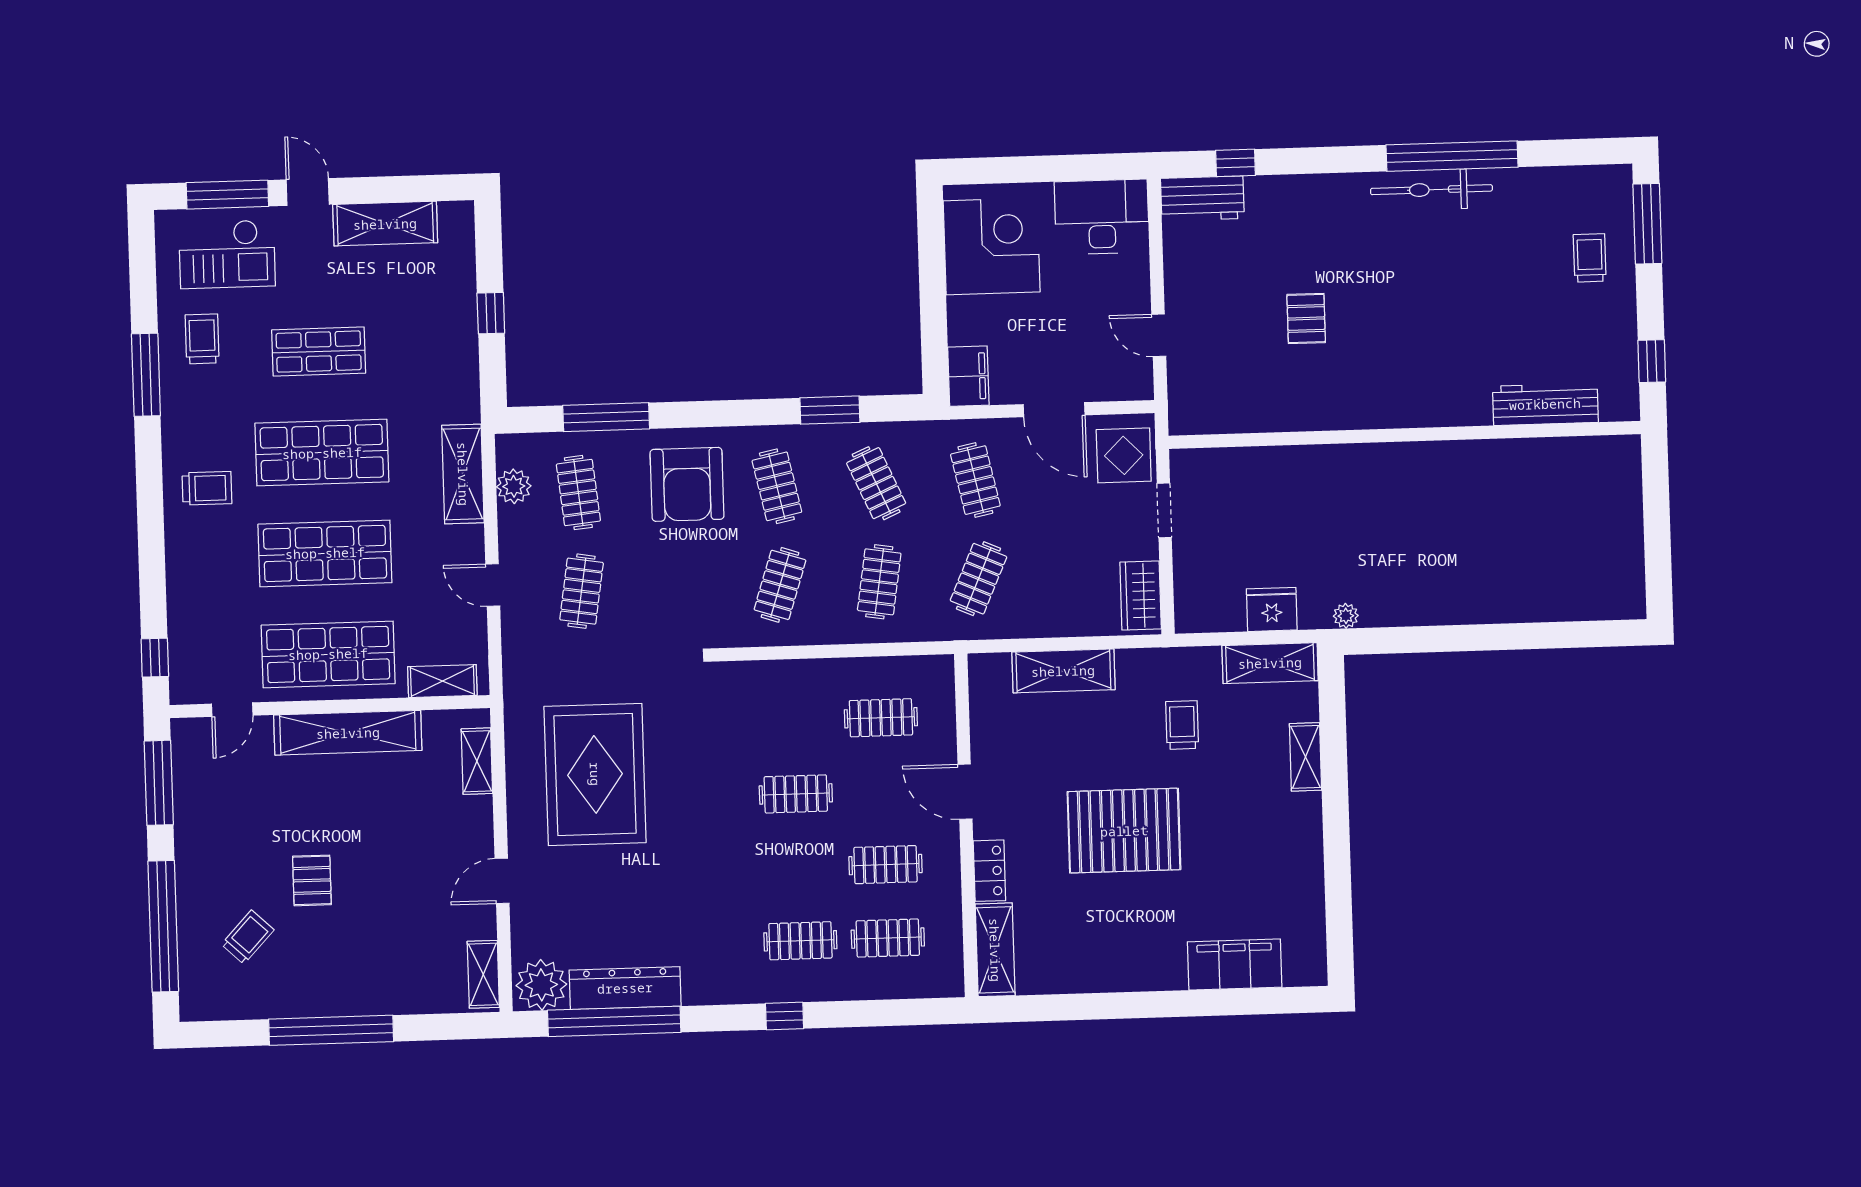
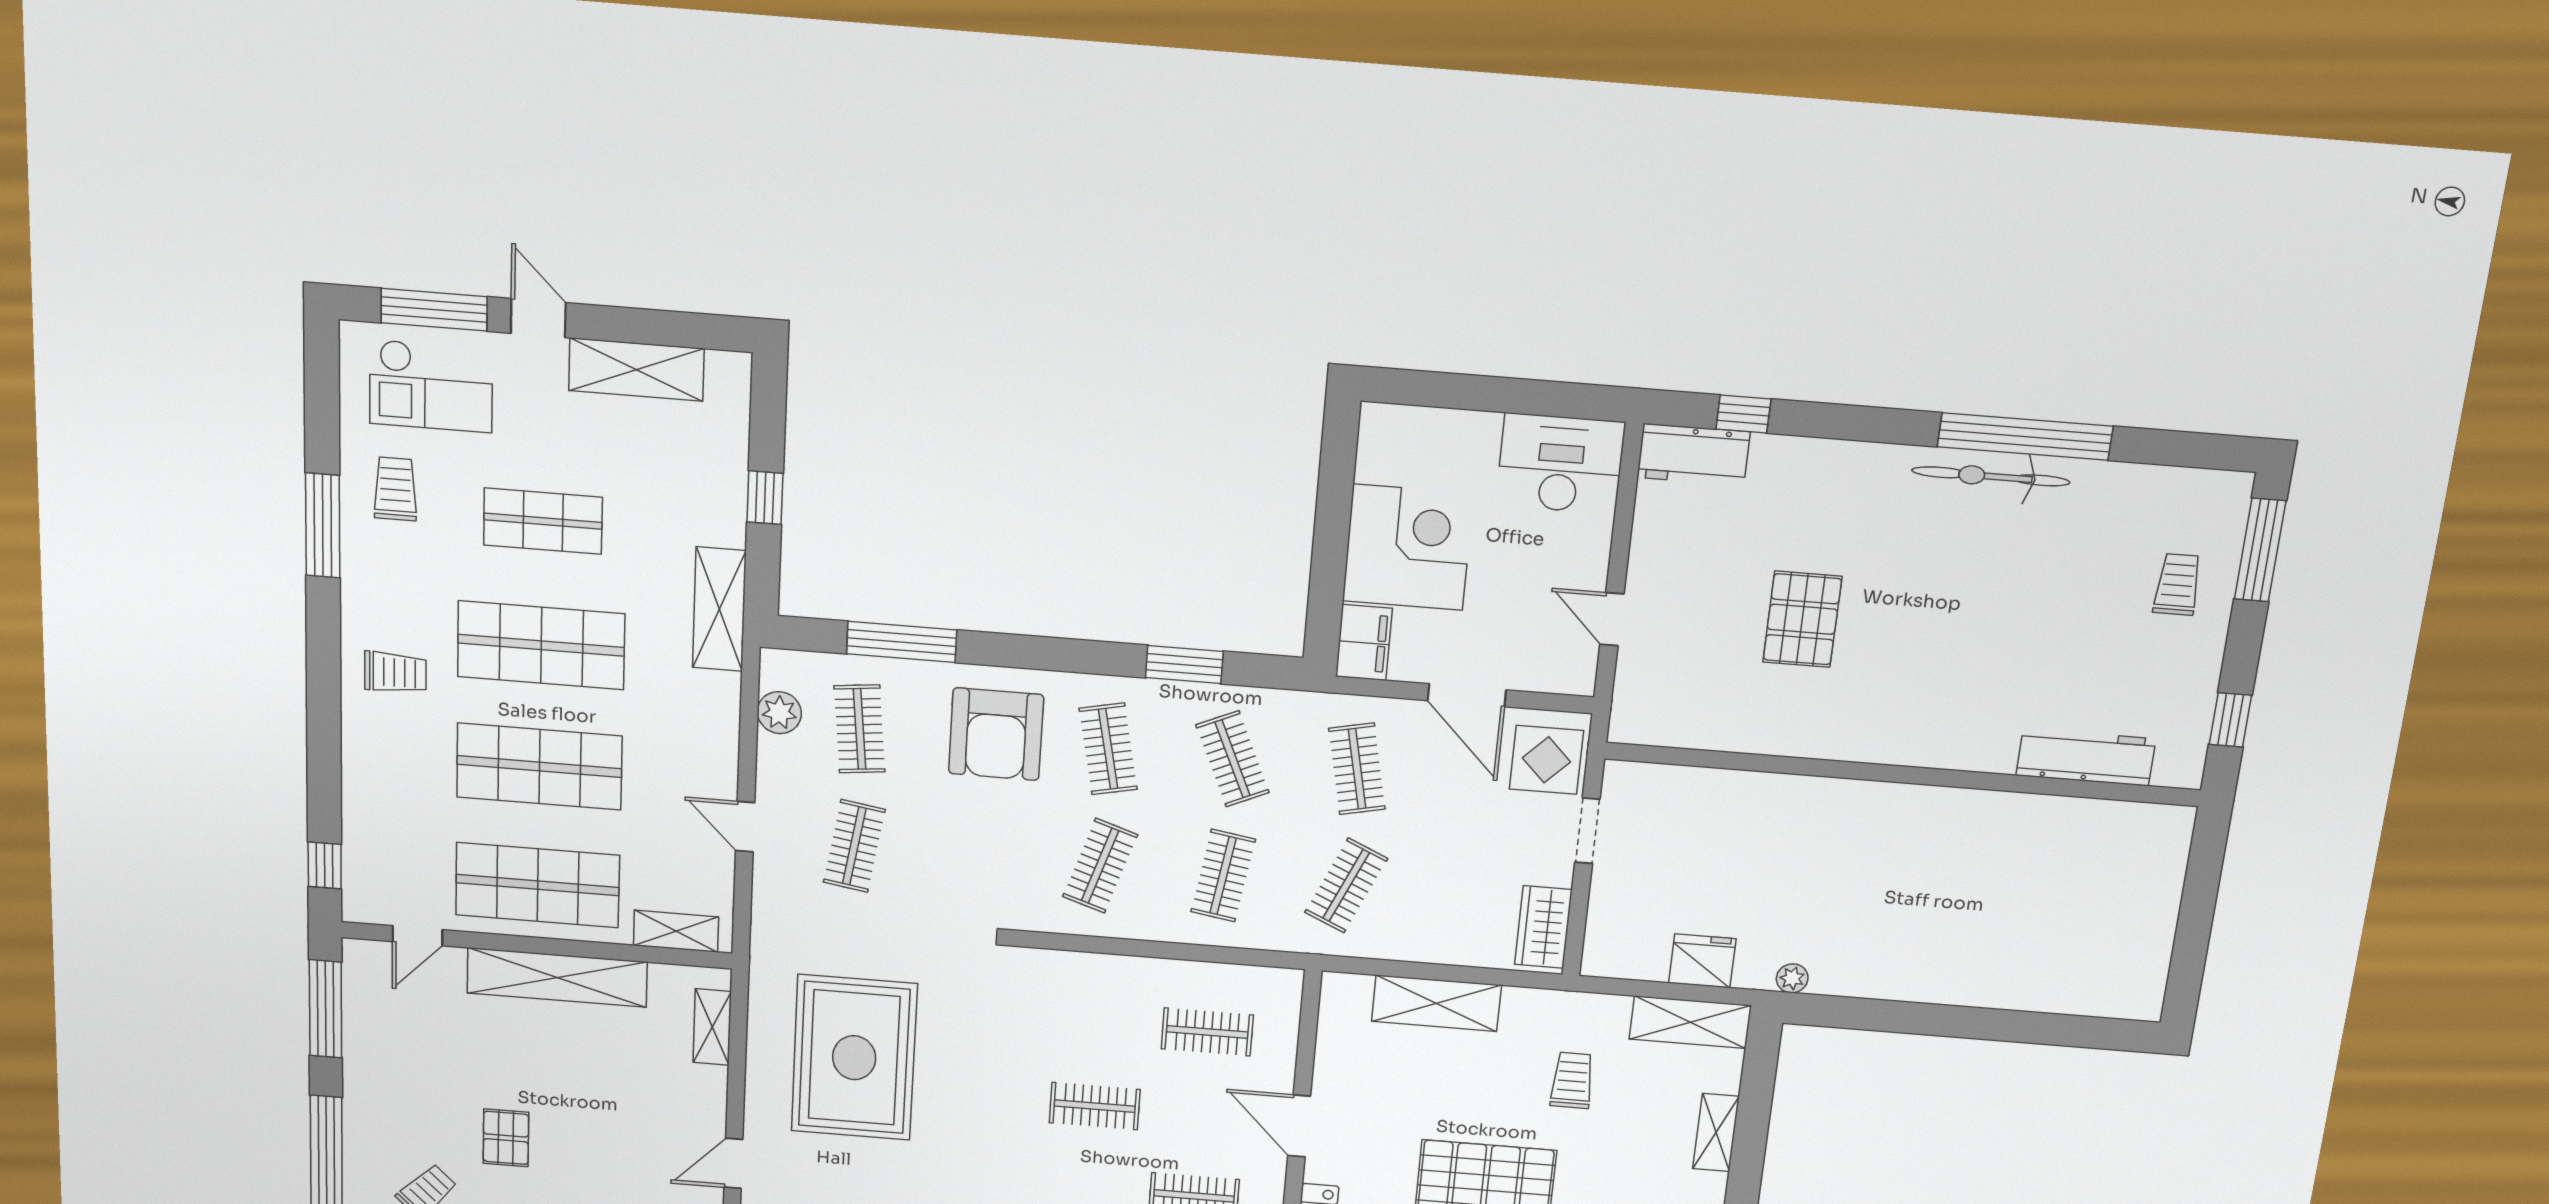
corner desk: (992, 246) -> (1408, 547), moved
pallet: (1306, 318) -> (1802, 619), width x1.50, depth x1.42
shelving: (463, 474) -> (719, 609), moved

